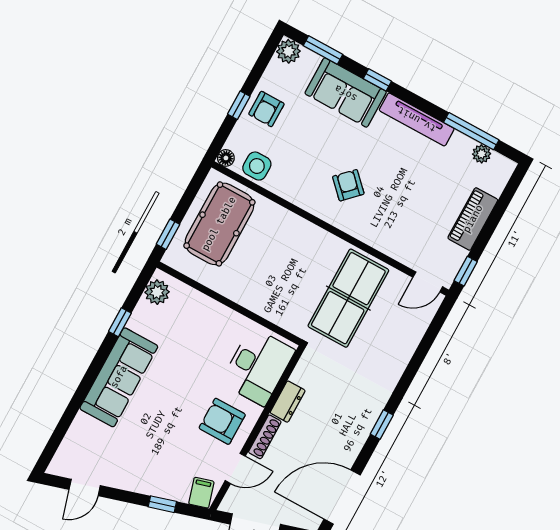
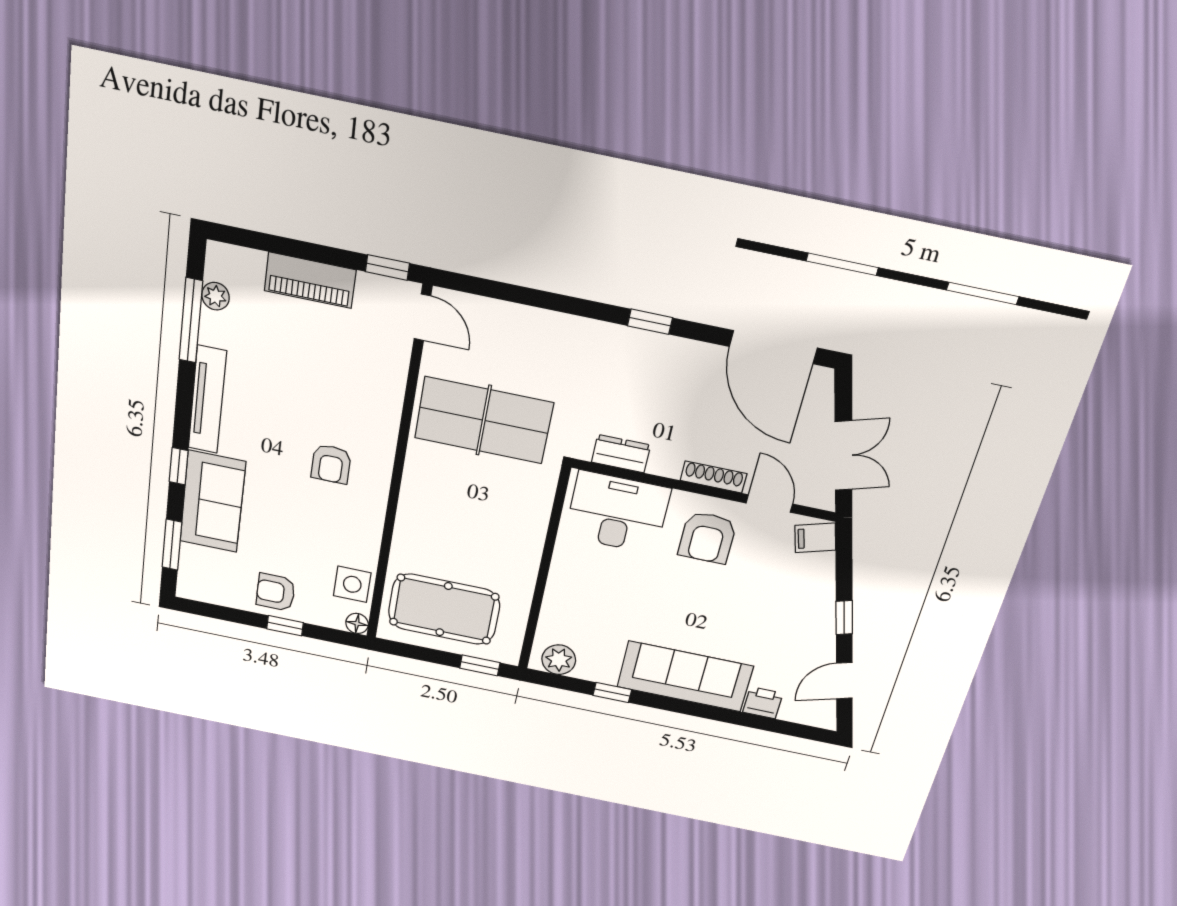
plant: (288, 51) -> (193, 585), removed
armchair: (266, 109) -> (276, 592), turned 180
armchair: (348, 185) -> (331, 464), turned -45
dresser: (288, 402) -> (621, 454), moved
printer: (82, 427) -> (763, 703), added
door: (85, 487) -> (844, 681), swing flipped
window: (162, 504) -> (844, 618), moved

